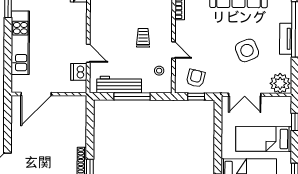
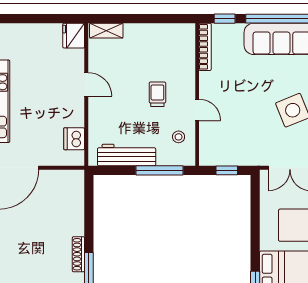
door: (88, 53) -> (86, 84), moved
armchair: (196, 78) -> (226, 147), removed
window: (132, 96) -> (159, 170), moved

